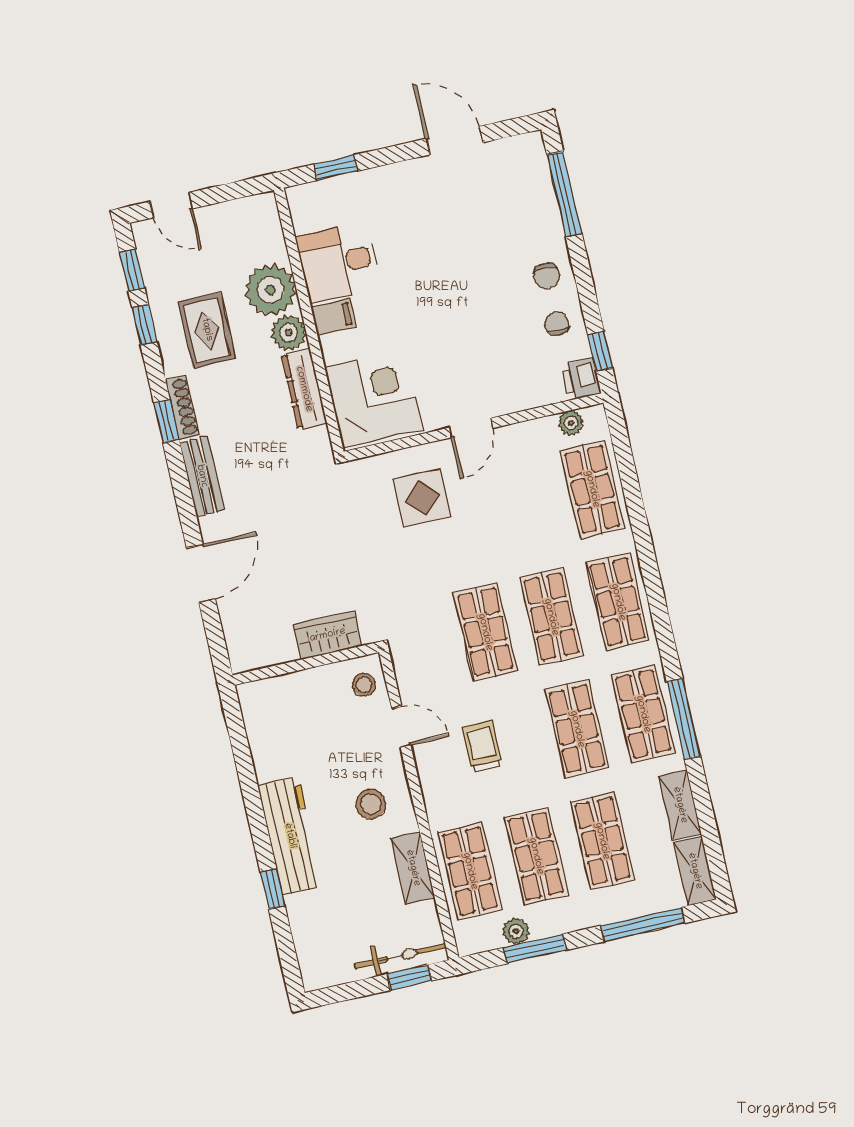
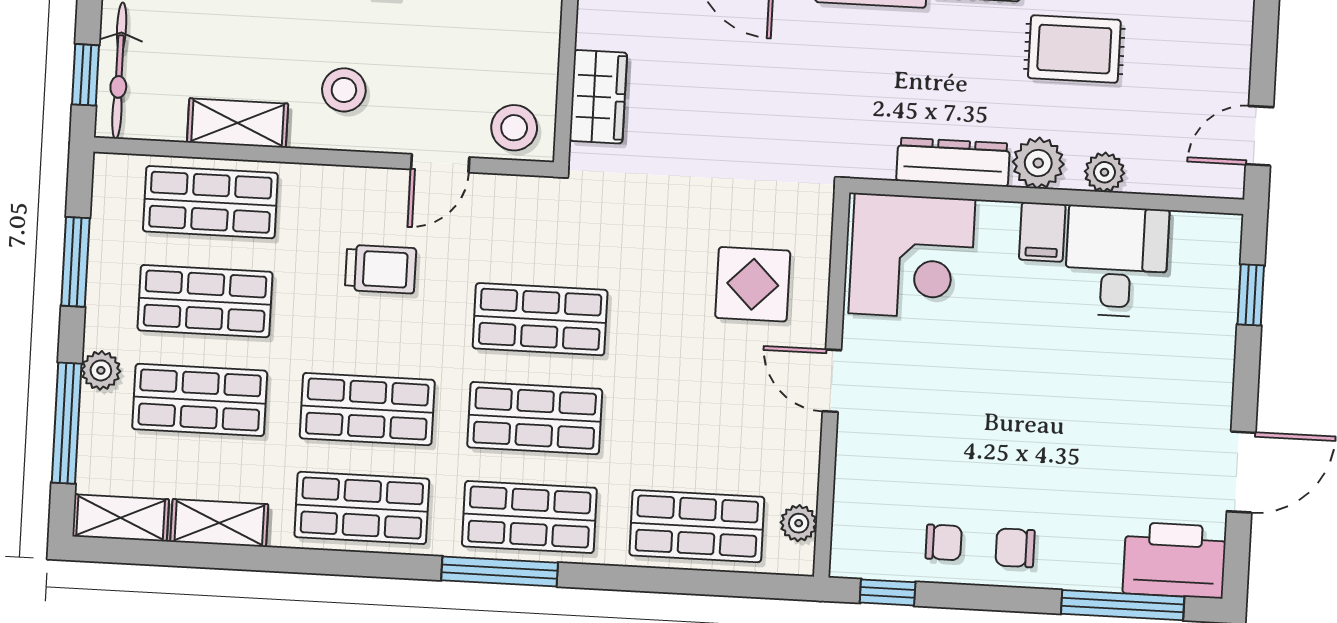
door: (171, 205) -> (1259, 136), moved
plant: (271, 290) -> (1104, 172), width x0.53, depth x0.53
printer: (581, 379) -> (1175, 560), moved, width x1.87, depth x1.48
stool: (364, 685) -> (514, 128), width x1.37, depth x1.37
window: (684, 719) -> (500, 571), moved
plant: (516, 931) -> (101, 370), moved

